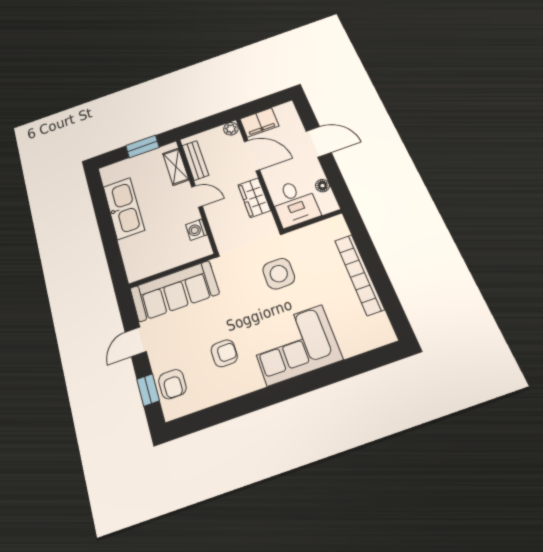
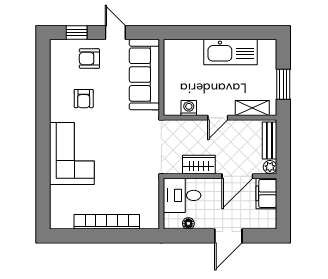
bench: (195, 160) -> (269, 140), moved, turned 90
side table: (279, 274) -> (129, 161), removed
armchair: (172, 384) -> (89, 58), moved

